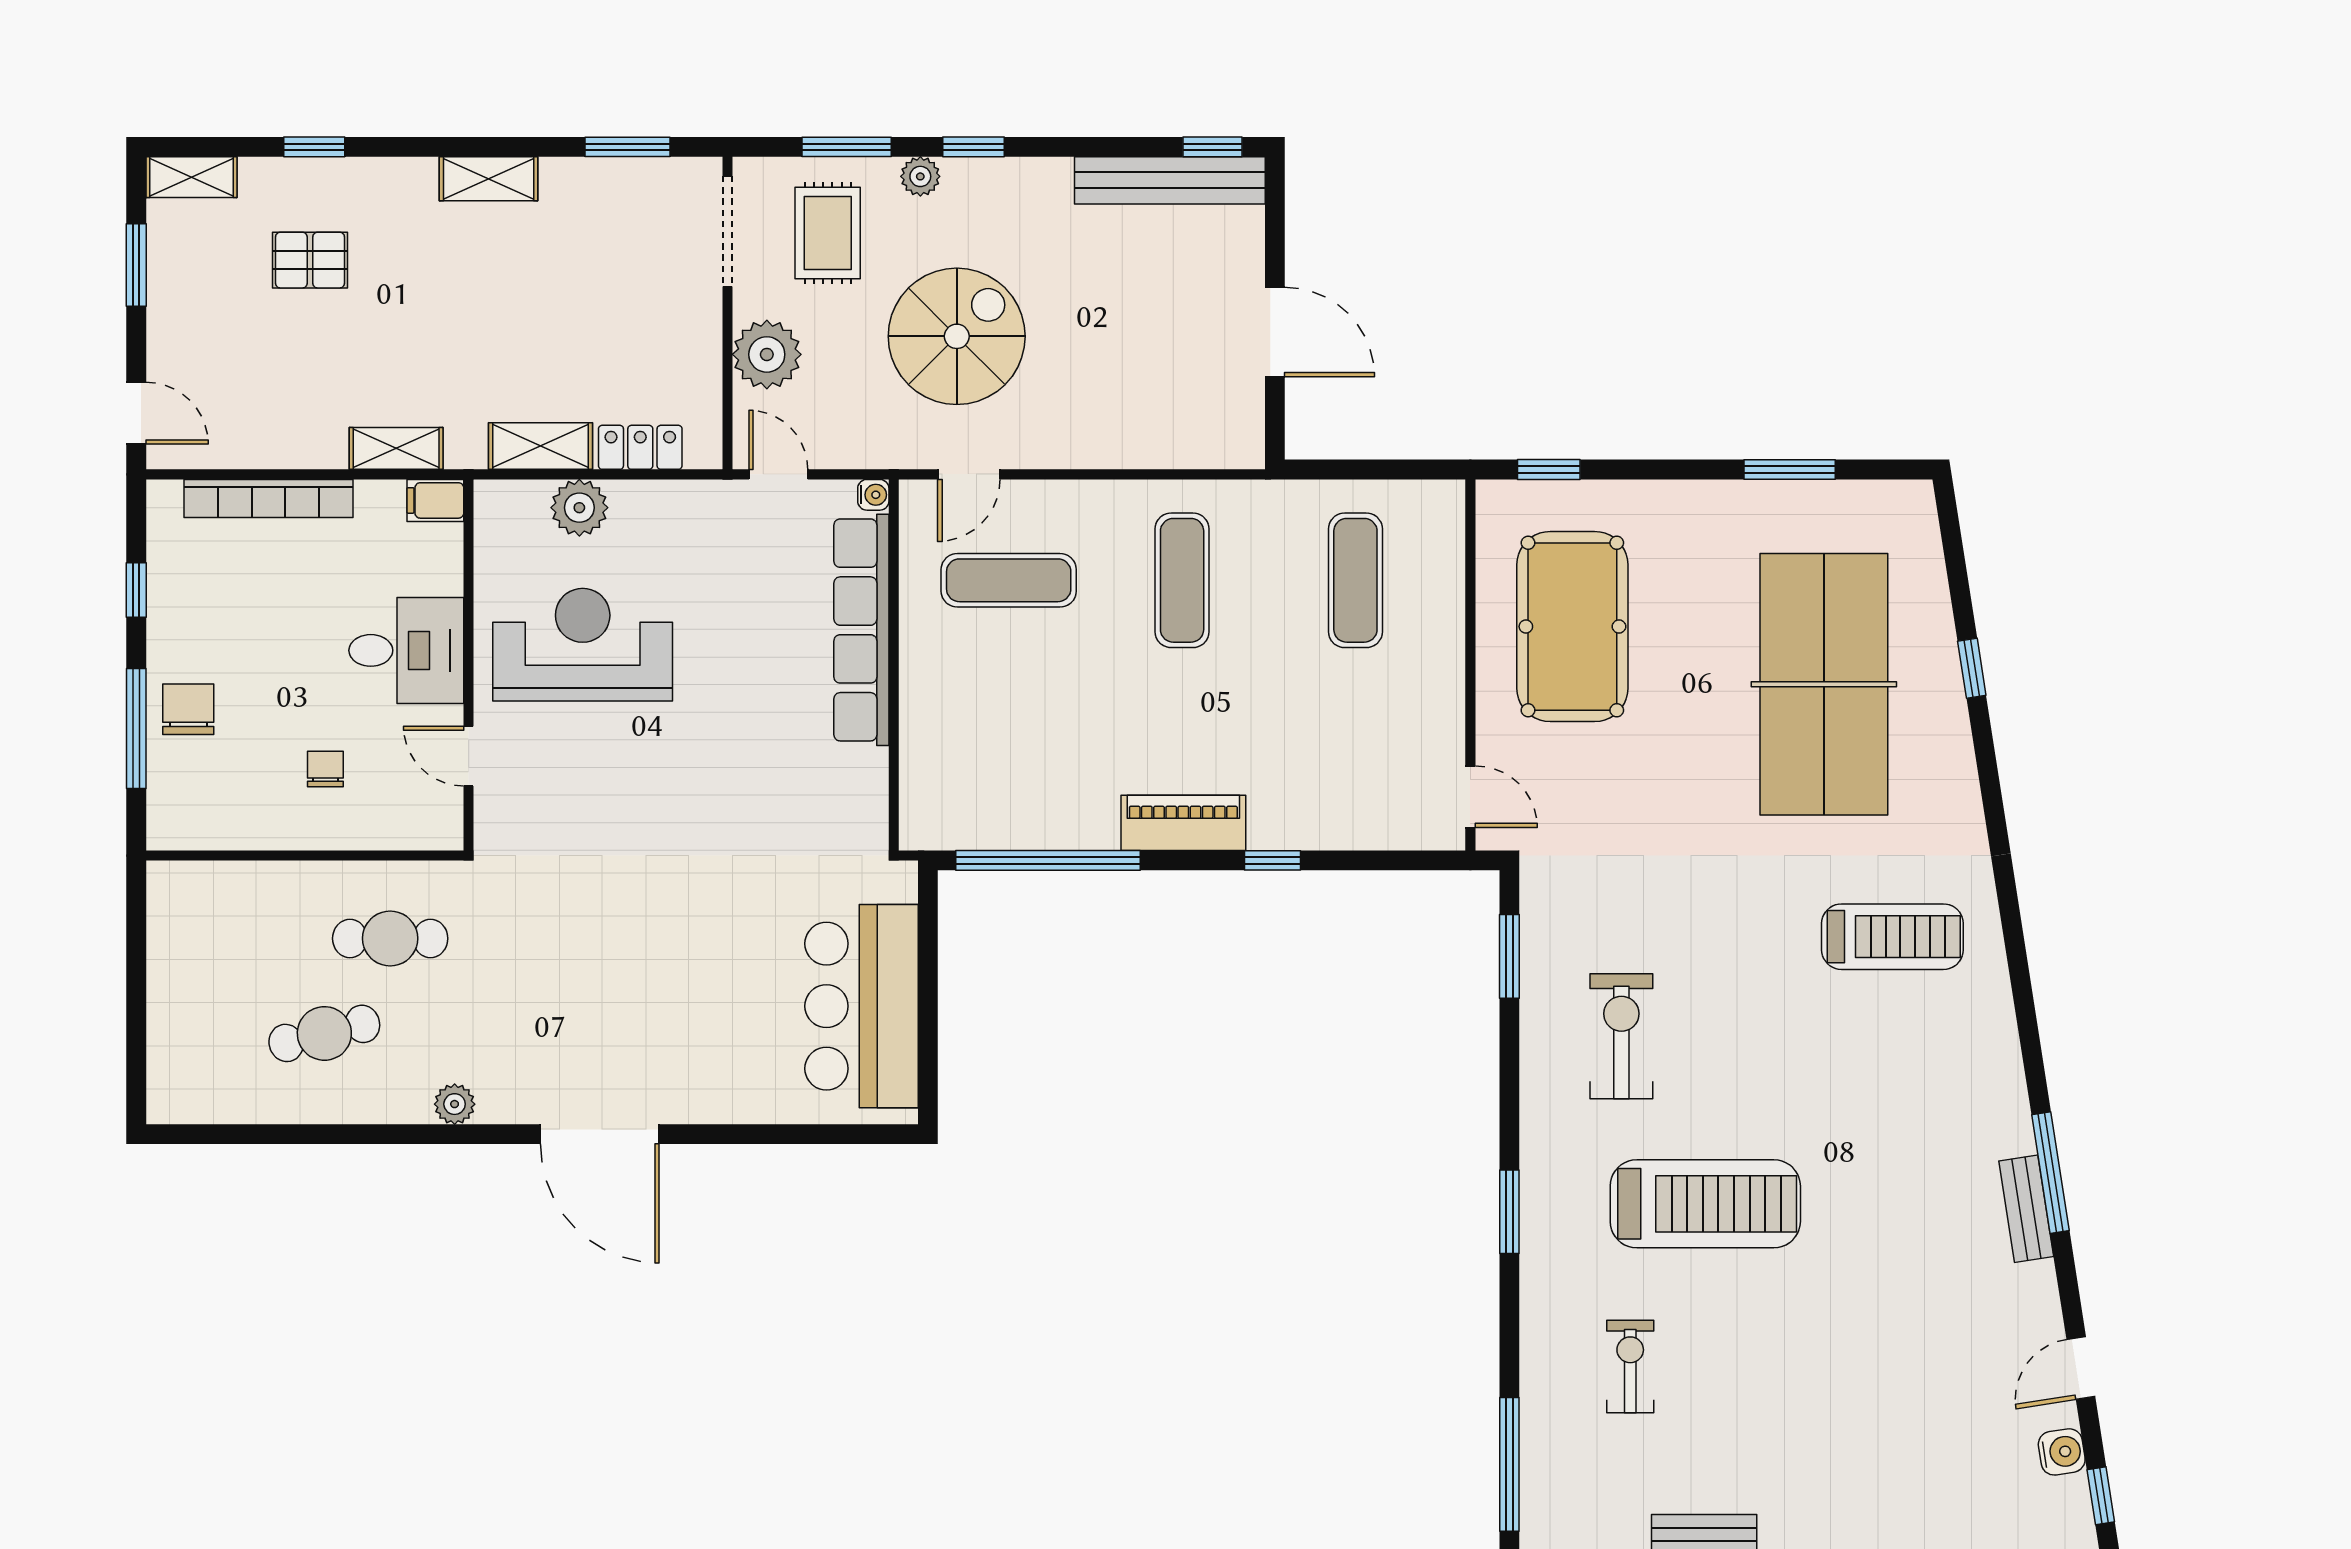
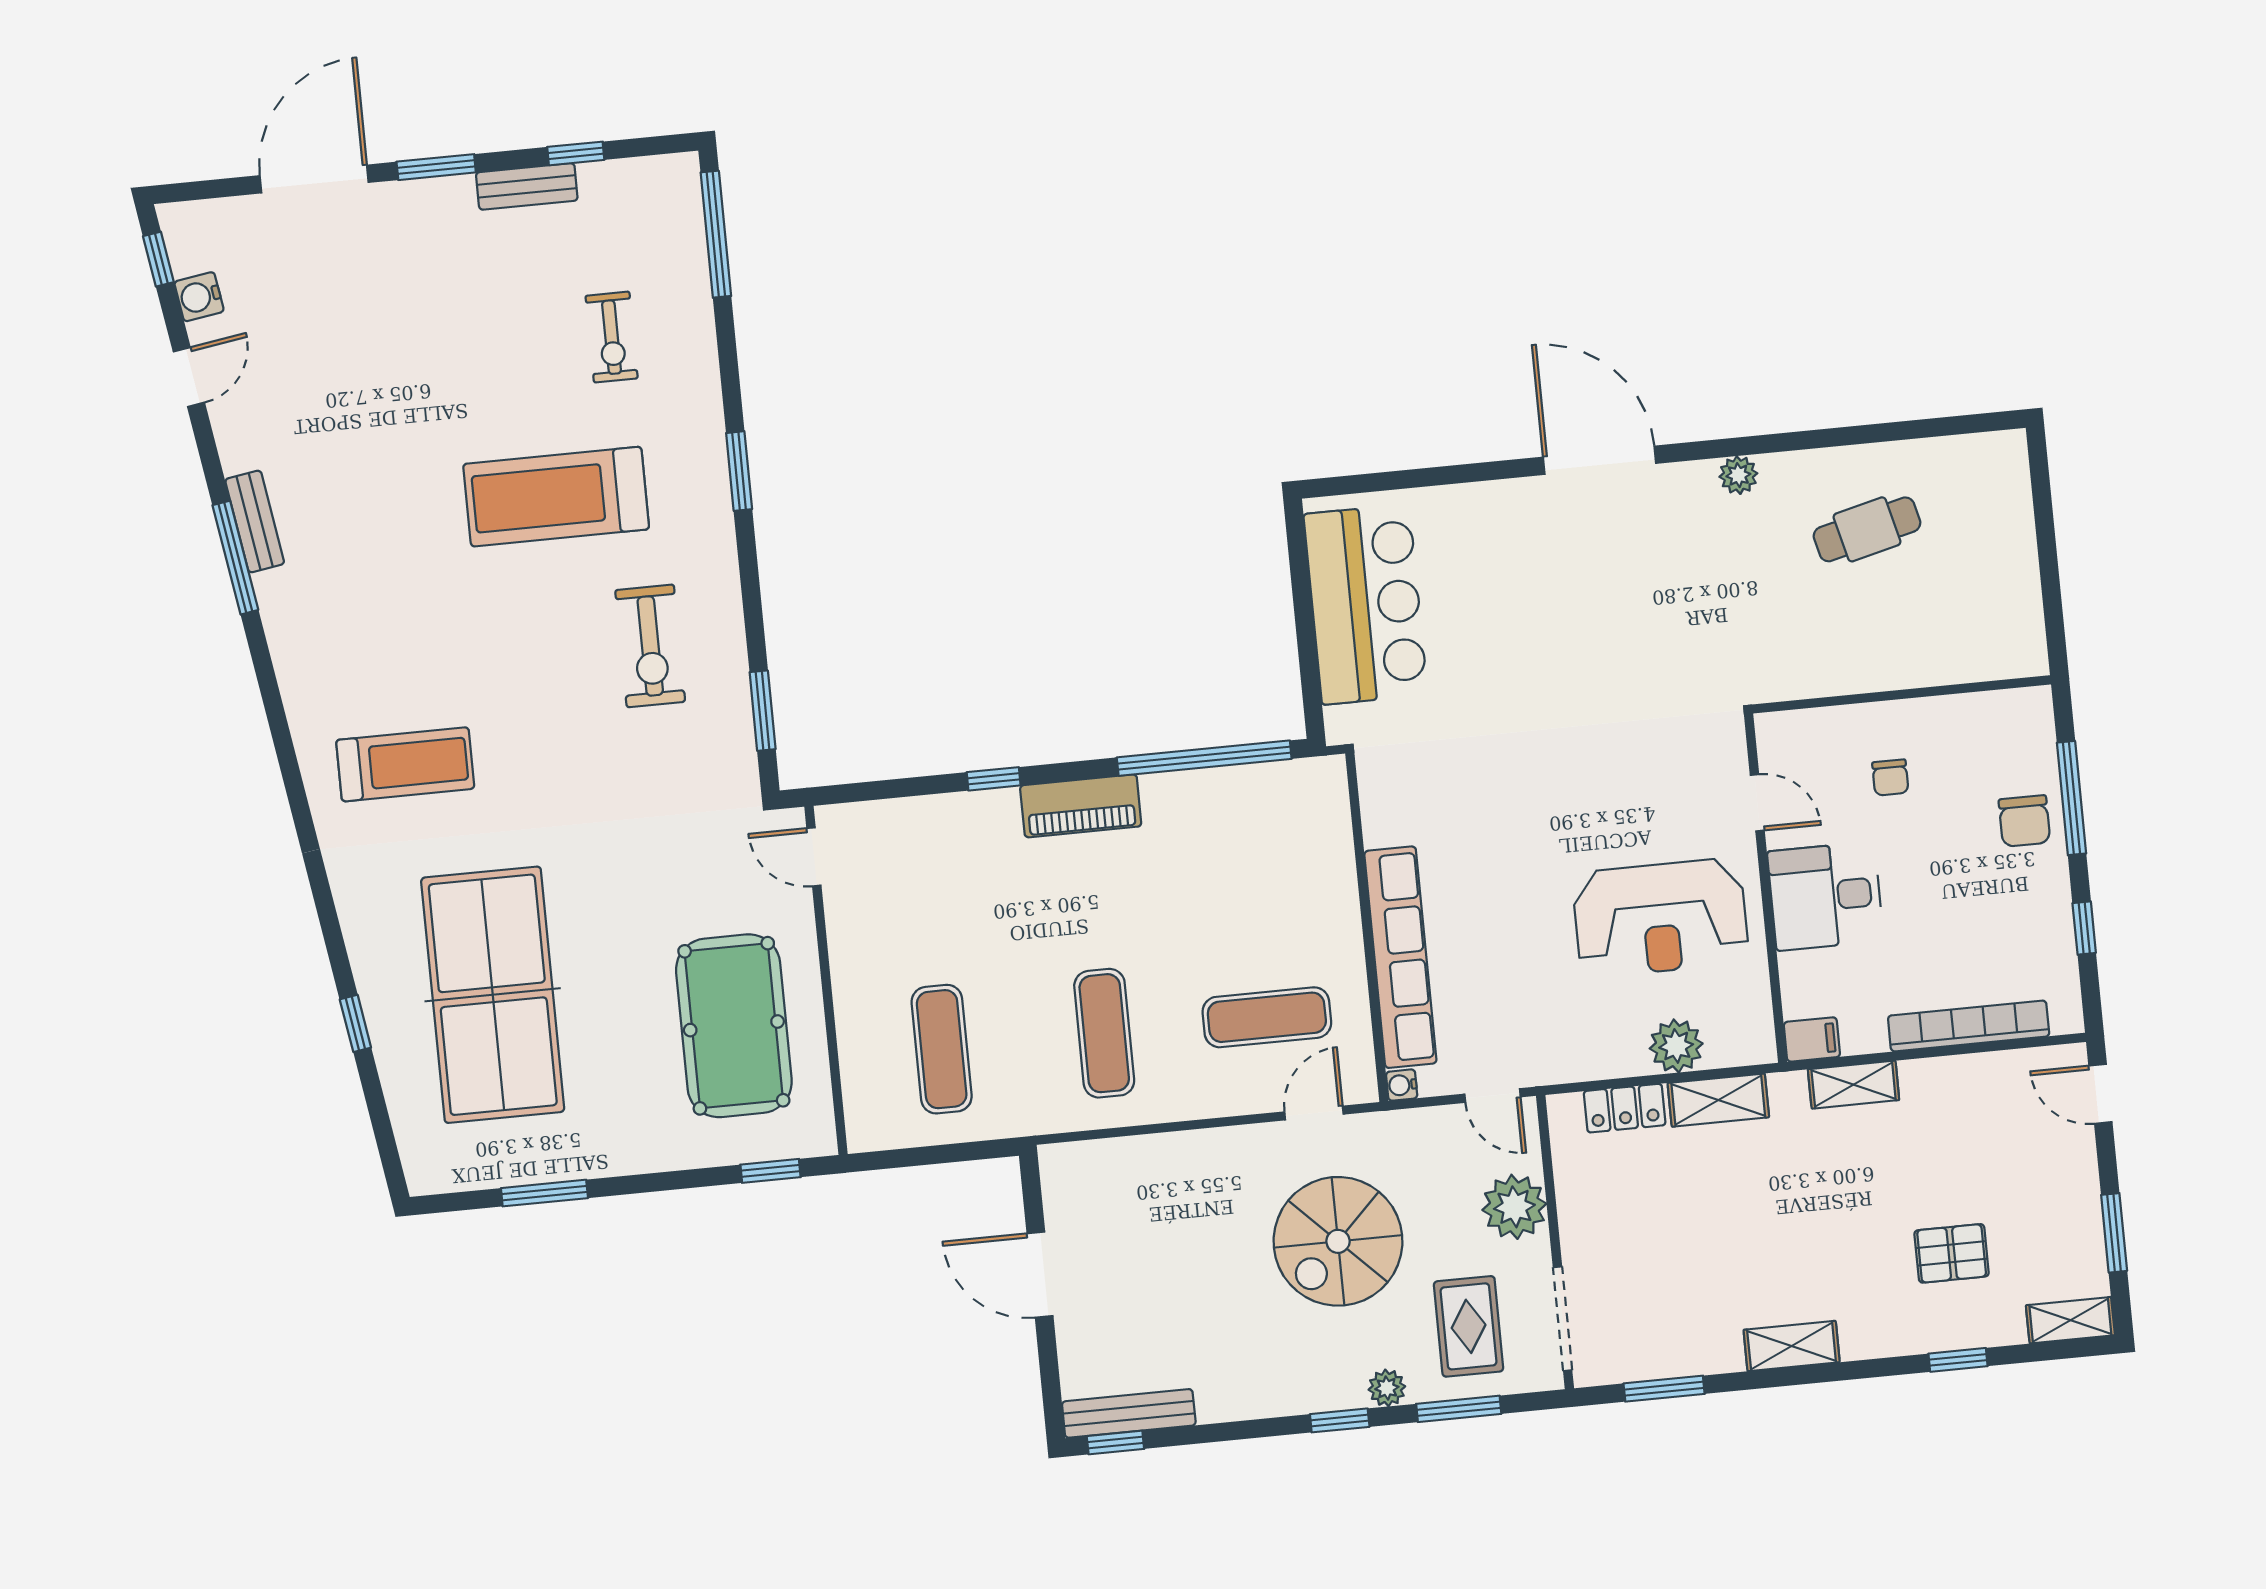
bench: (1170, 180) -> (1129, 1413), width x0.73, depth x0.82
treadmill: (1892, 937) -> (405, 764), turned 180
cafe table: (390, 938) -> (1814, 624), removed

